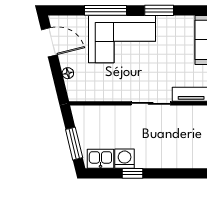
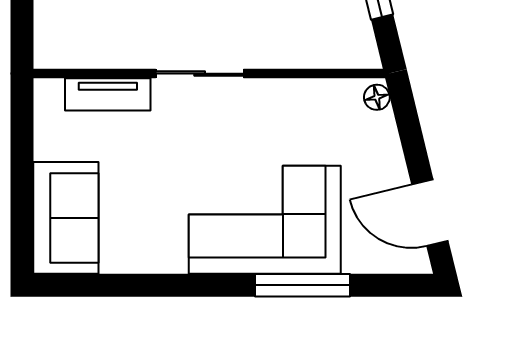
window: (159, 10) -> (180, 285), removed
floor lamp: (68, 73) -> (377, 97), moved

